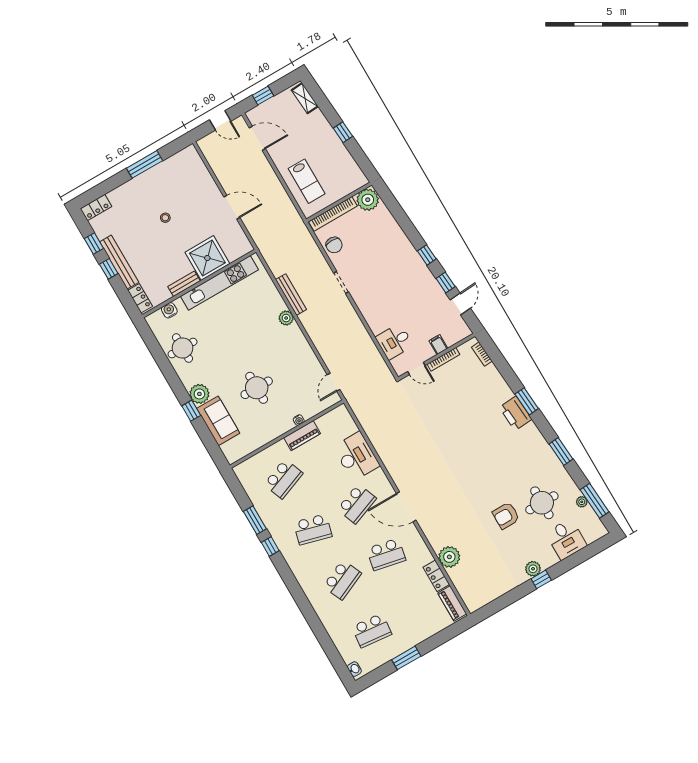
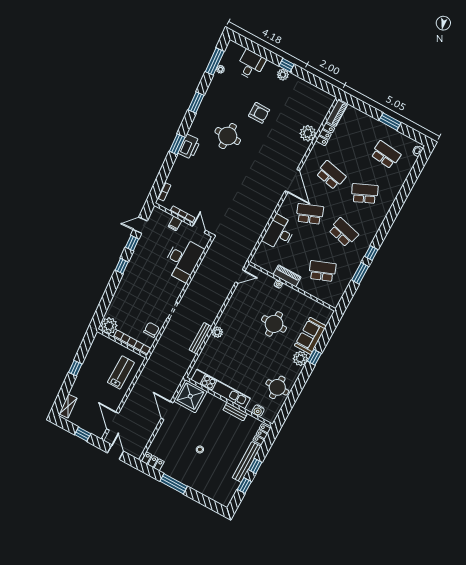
locker: (96, 208) -> (153, 461), moved
shower: (207, 258) -> (190, 396), moved
desk: (394, 342) -> (183, 259), width x1.87, depth x1.30
round table: (542, 503) -> (228, 136), moved

